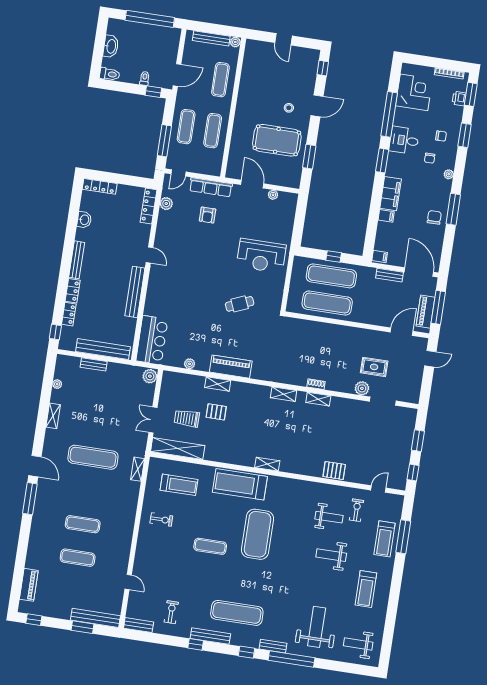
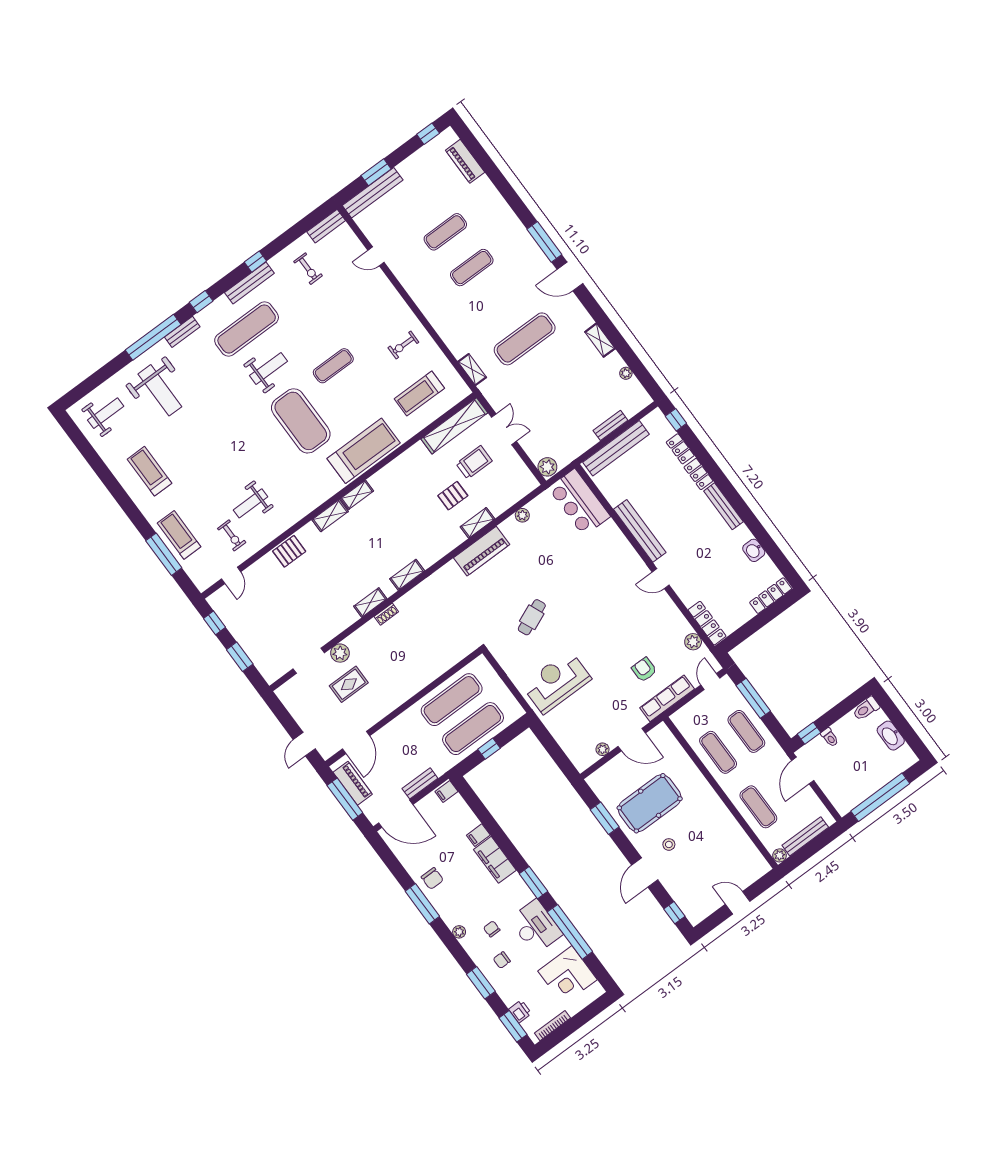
desk: (404, 140) -> (536, 927), width x1.37
shelving: (293, 468) -> (330, 516), added
weight bench: (331, 555) -> (269, 368), moved

